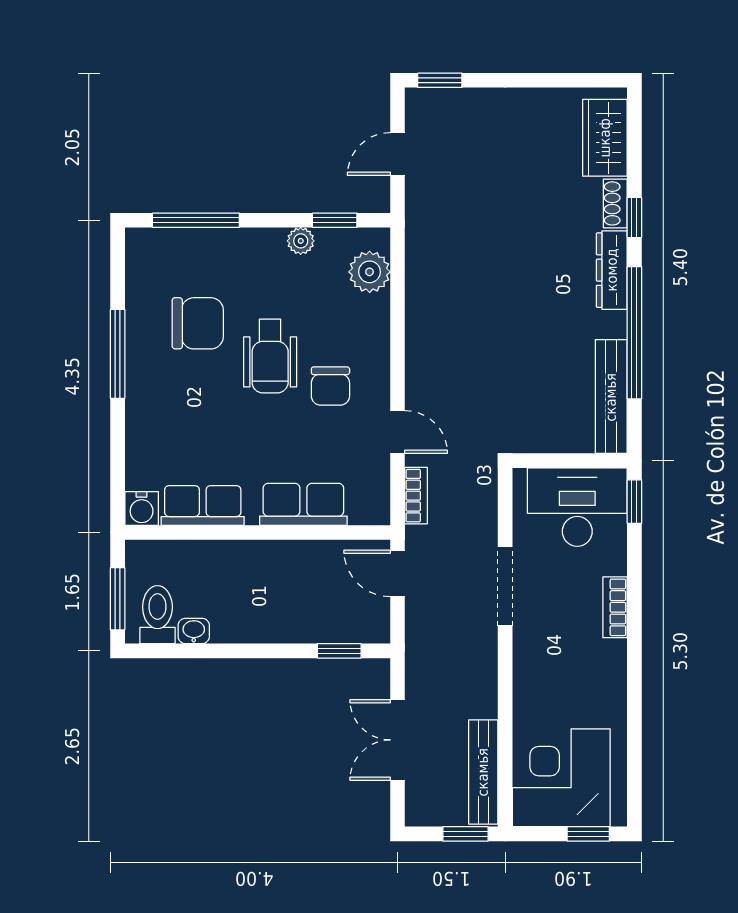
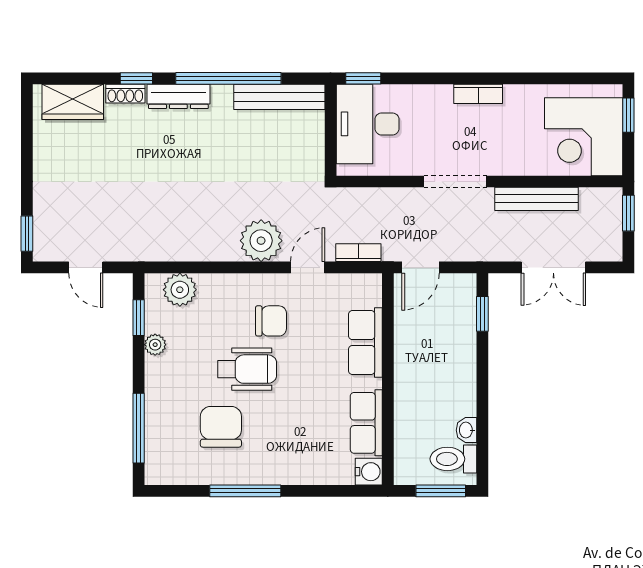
plant: (431, 374) -> (261, 241), added
doorway: (505, 586) -> (455, 181), moved
bookcase: (615, 607) -> (478, 94), moved
bench: (483, 772) -> (537, 199), moved

